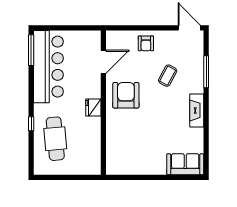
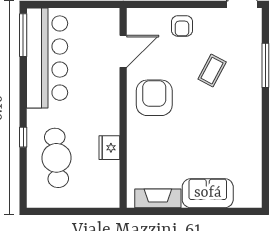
fridge: (93, 107) -> (109, 148), moved
fireplace: (197, 110) -> (158, 198), moved, turned 90
sofa: (185, 164) -> (208, 193), moved

